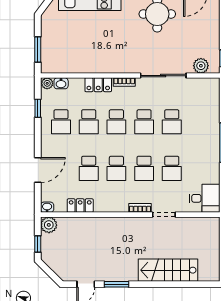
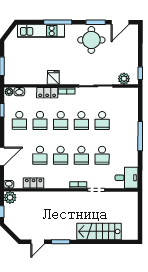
fridge: (106, 64) -> (53, 77), added

